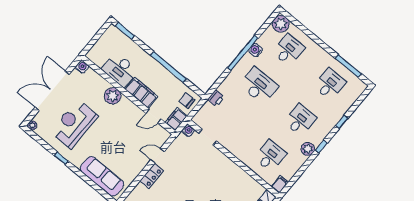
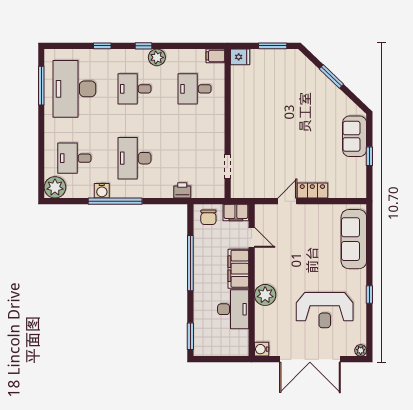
desk: (330, 84) -> (74, 89), width x1.87, depth x1.30
water cooler: (188, 131) -> (237, 191), removed
door: (158, 156) -> (287, 201), swing flipped

